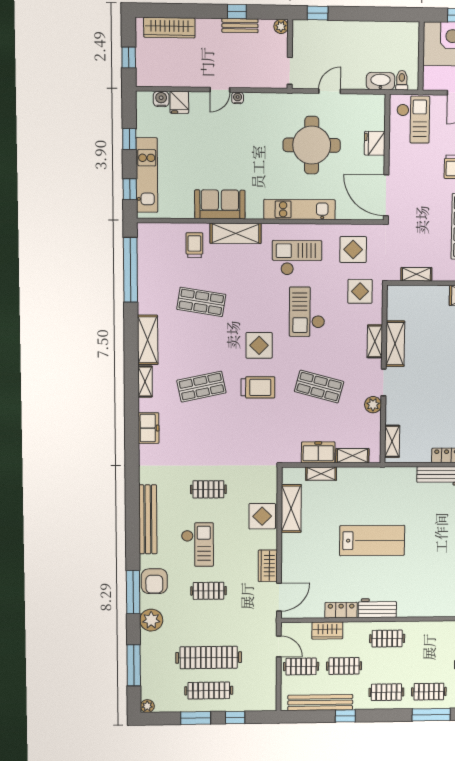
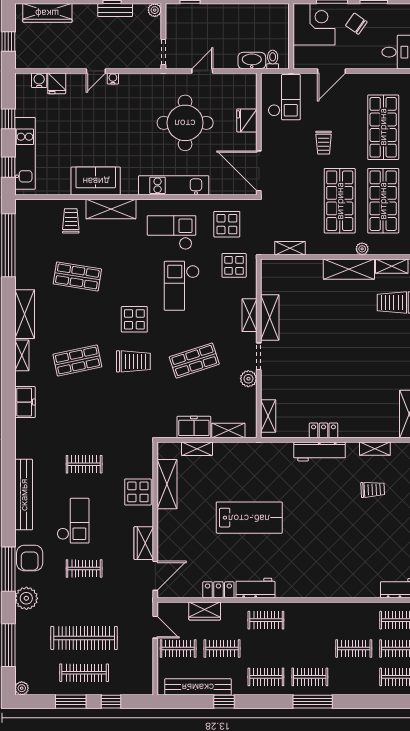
shop shelf: (319, 387) -> (194, 361), turned -33

